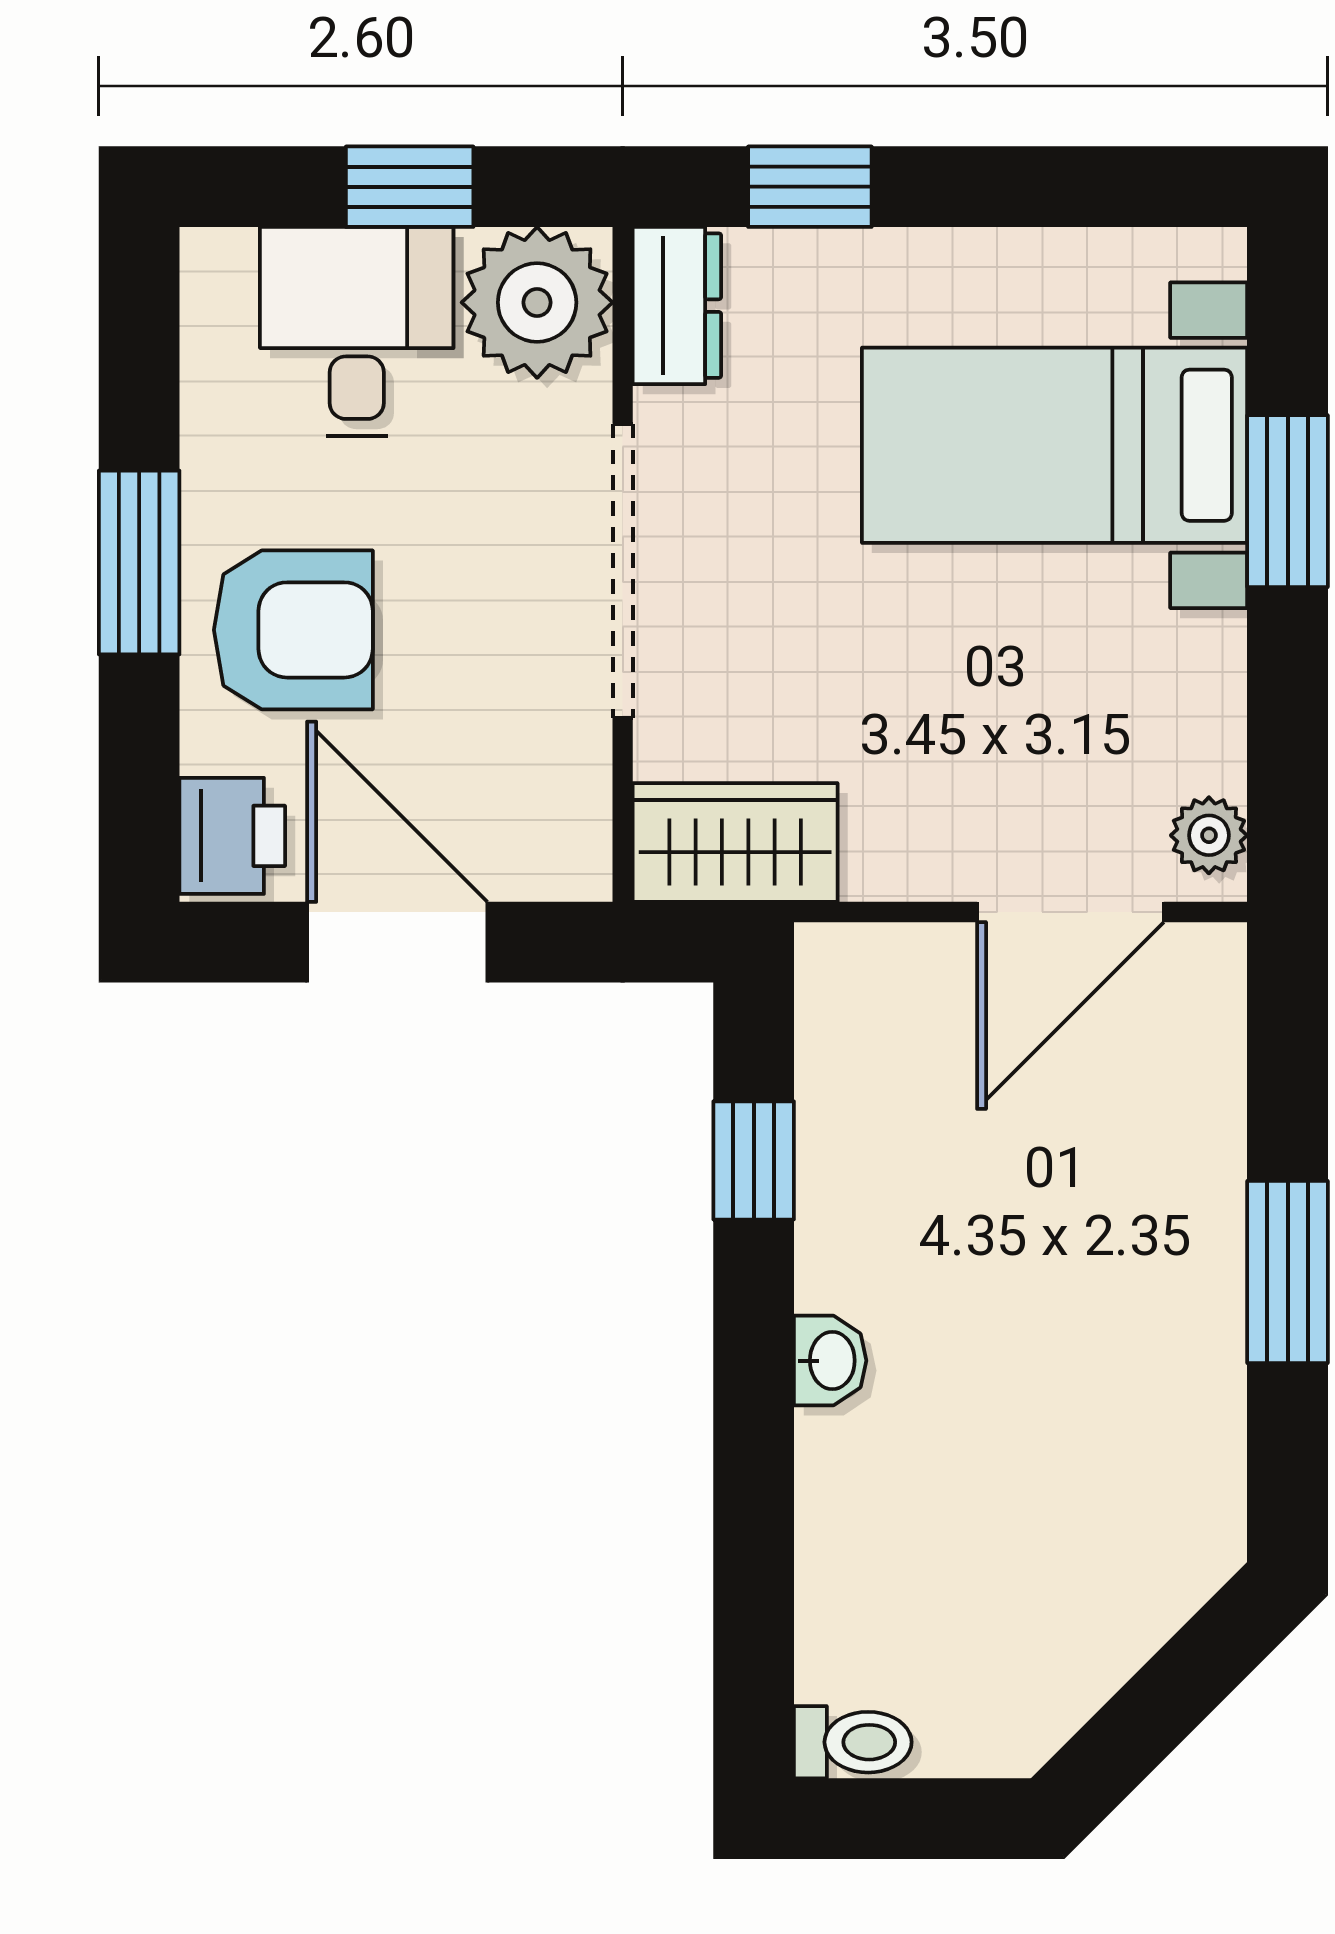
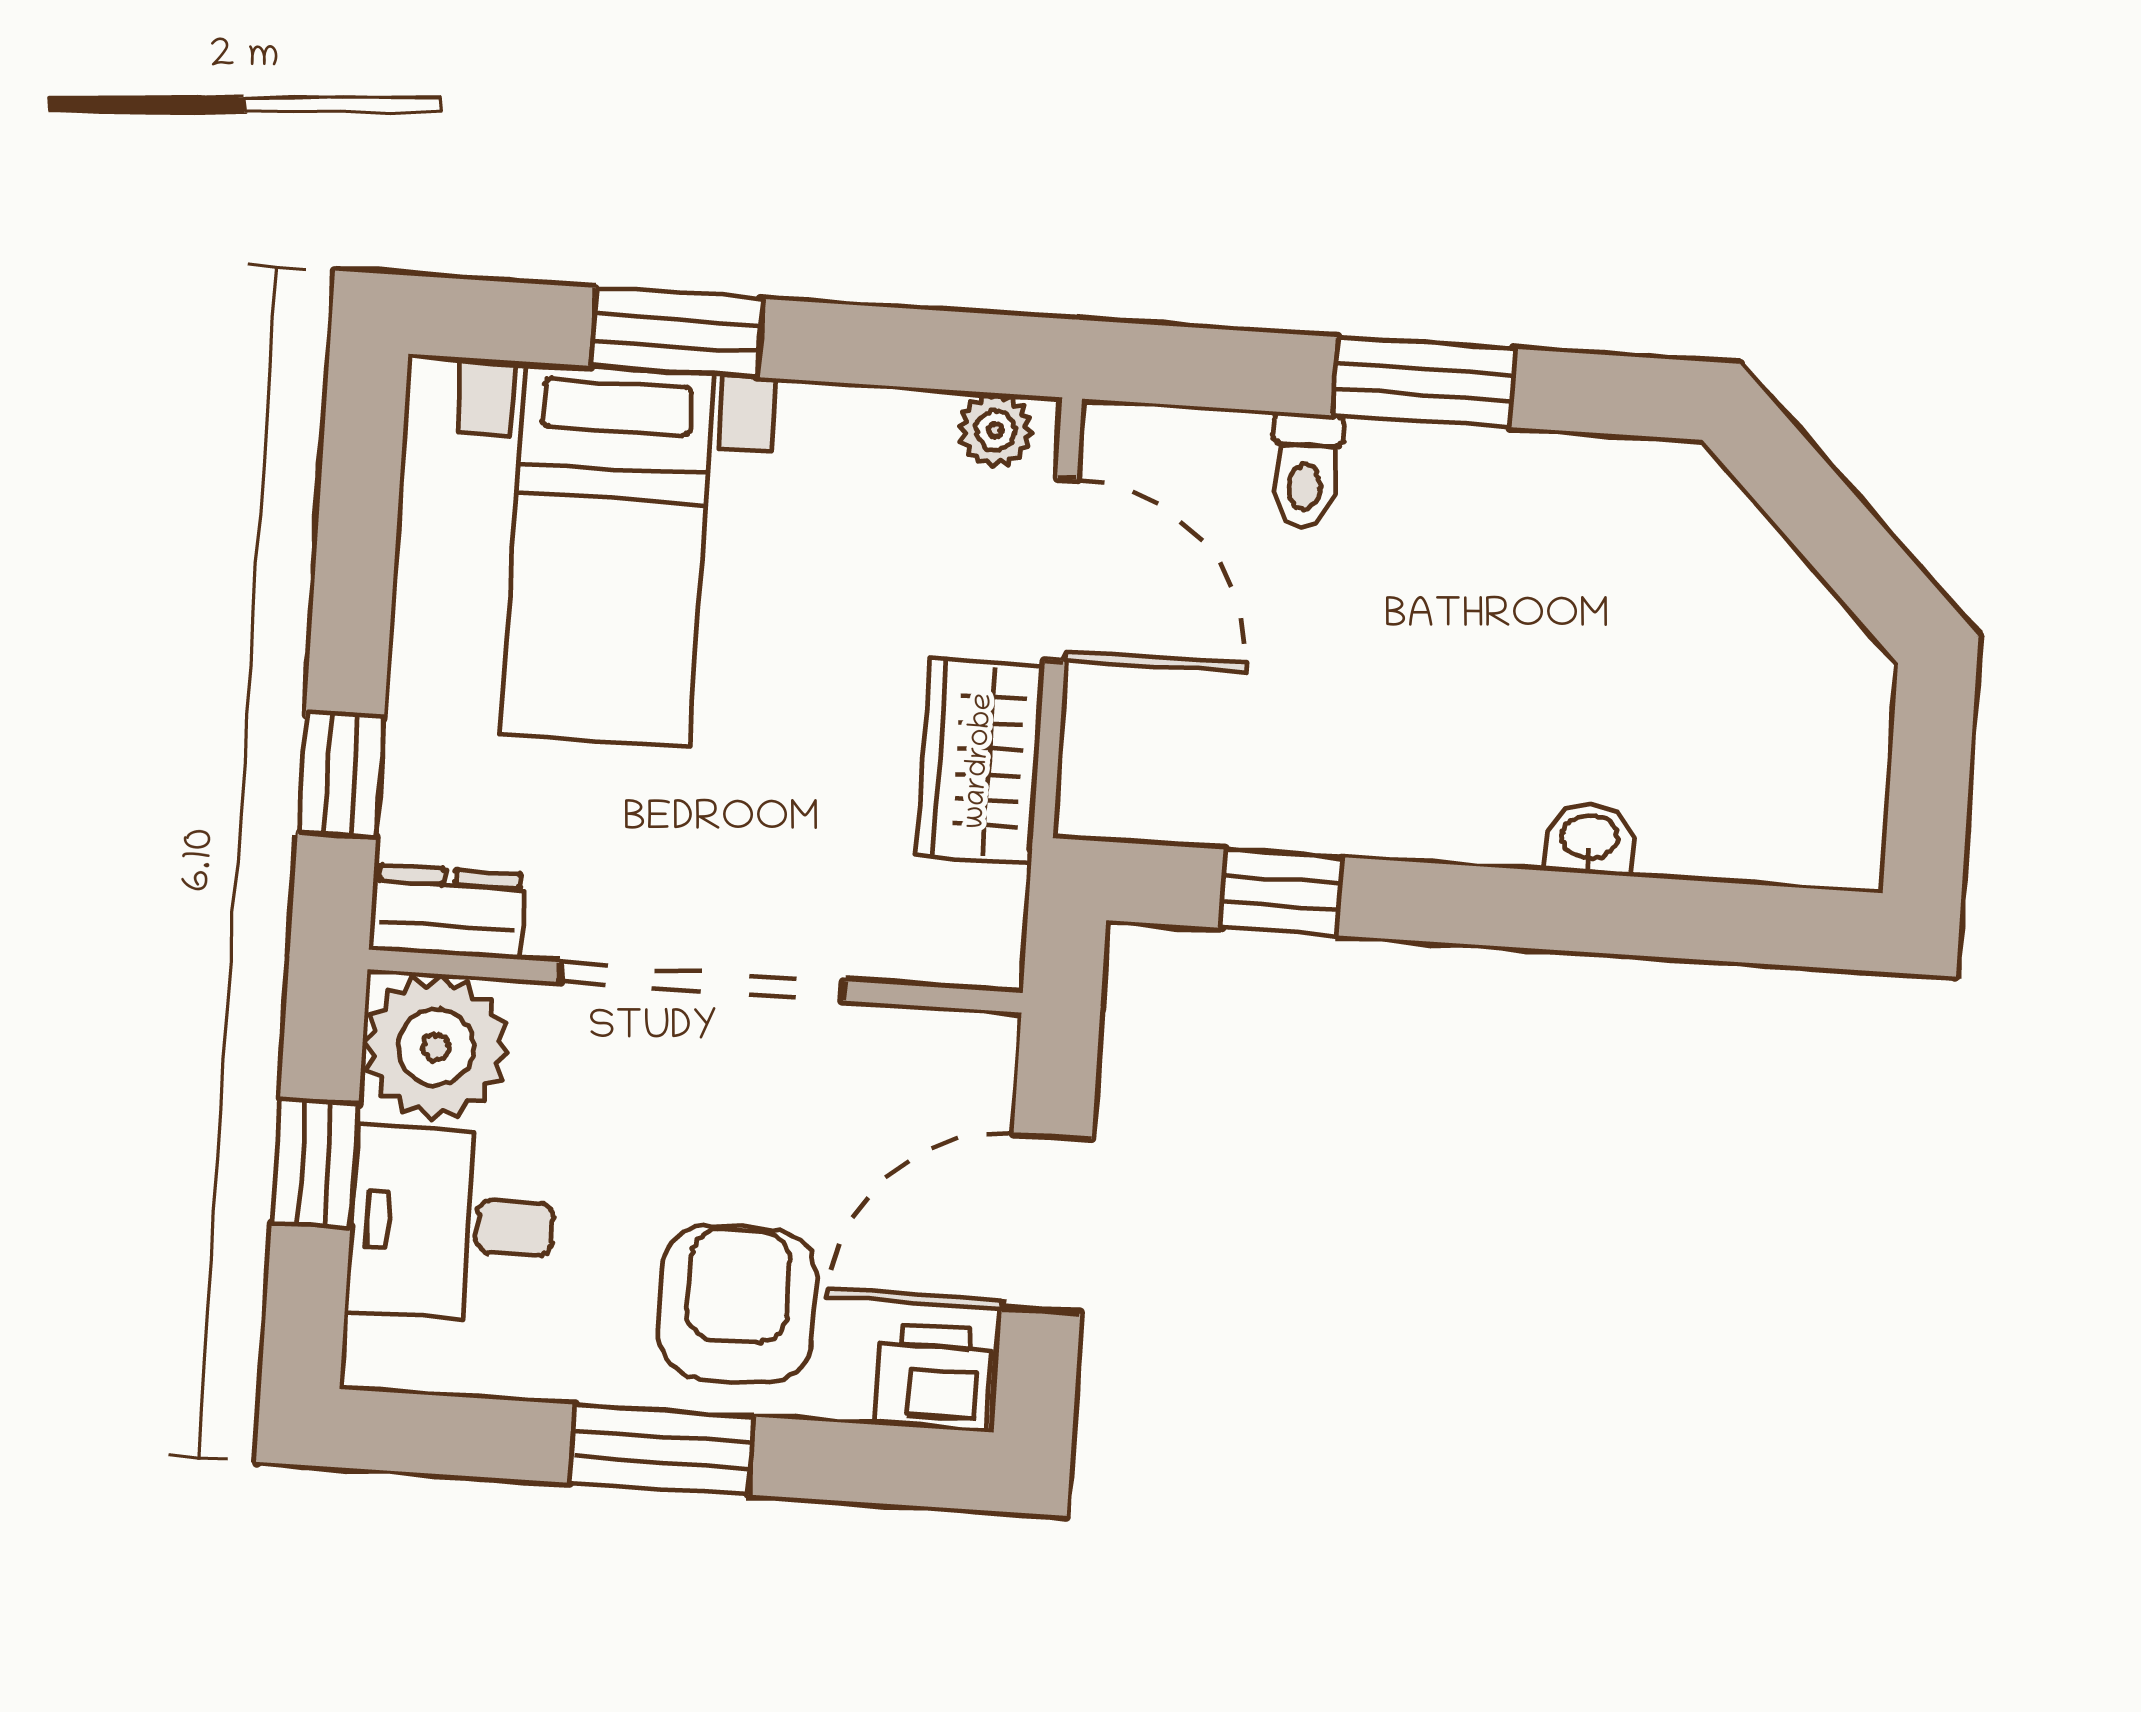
wardrobe: (735, 843) -> (980, 761), moved
washbasin: (830, 1361) -> (1589, 838), moved
toilet: (853, 1742) -> (1306, 471), moved, turned 180

